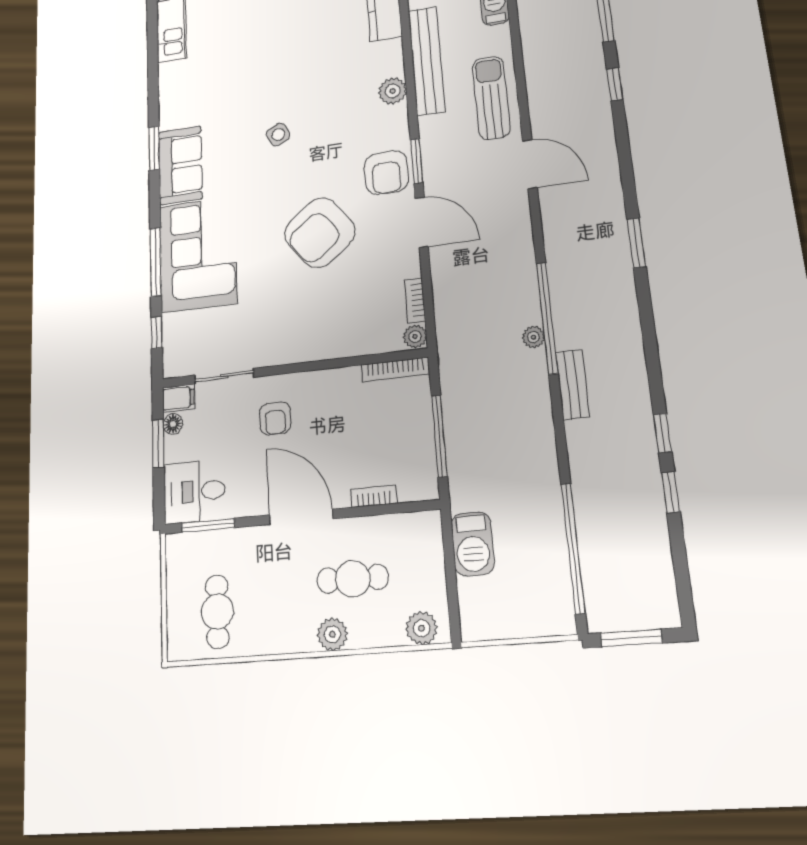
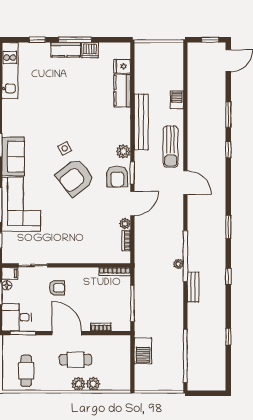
plant: (392, 91) -> (123, 151), moved
sun lounger: (491, 98) -> (171, 147), turned 180
door: (422, 222) -> (132, 204), hinge flipped
armchair: (320, 233) -> (75, 177), moved
plant: (415, 337) -> (125, 224), moved
armchair: (275, 418) -> (57, 288), turned -90
window: (662, 433) -> (228, 276), moved
cafe table: (353, 579) -> (76, 360), moved
plant: (422, 628) -> (93, 384), moved
window: (631, 638) -> (205, 393), removed

